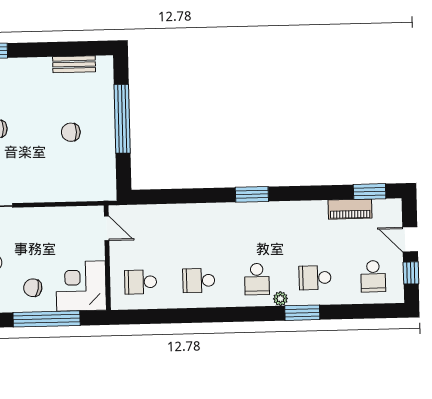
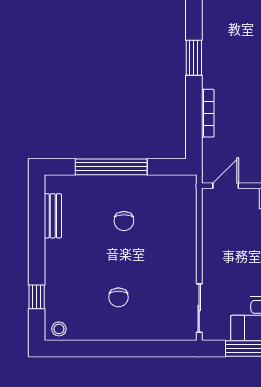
window: (252, 194) -> (194, 58), moved
bookcase: (175, 210) -> (208, 113), added

